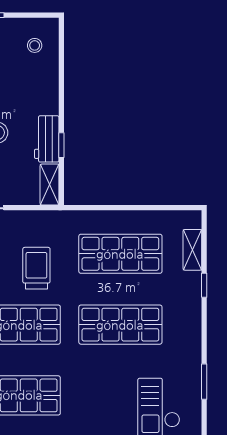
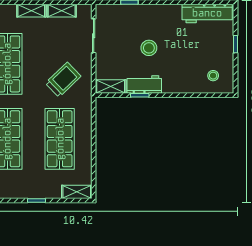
shelving: (192, 250) -> (77, 192), moved
trolley: (36, 268) -> (63, 80), moved, turned -44

